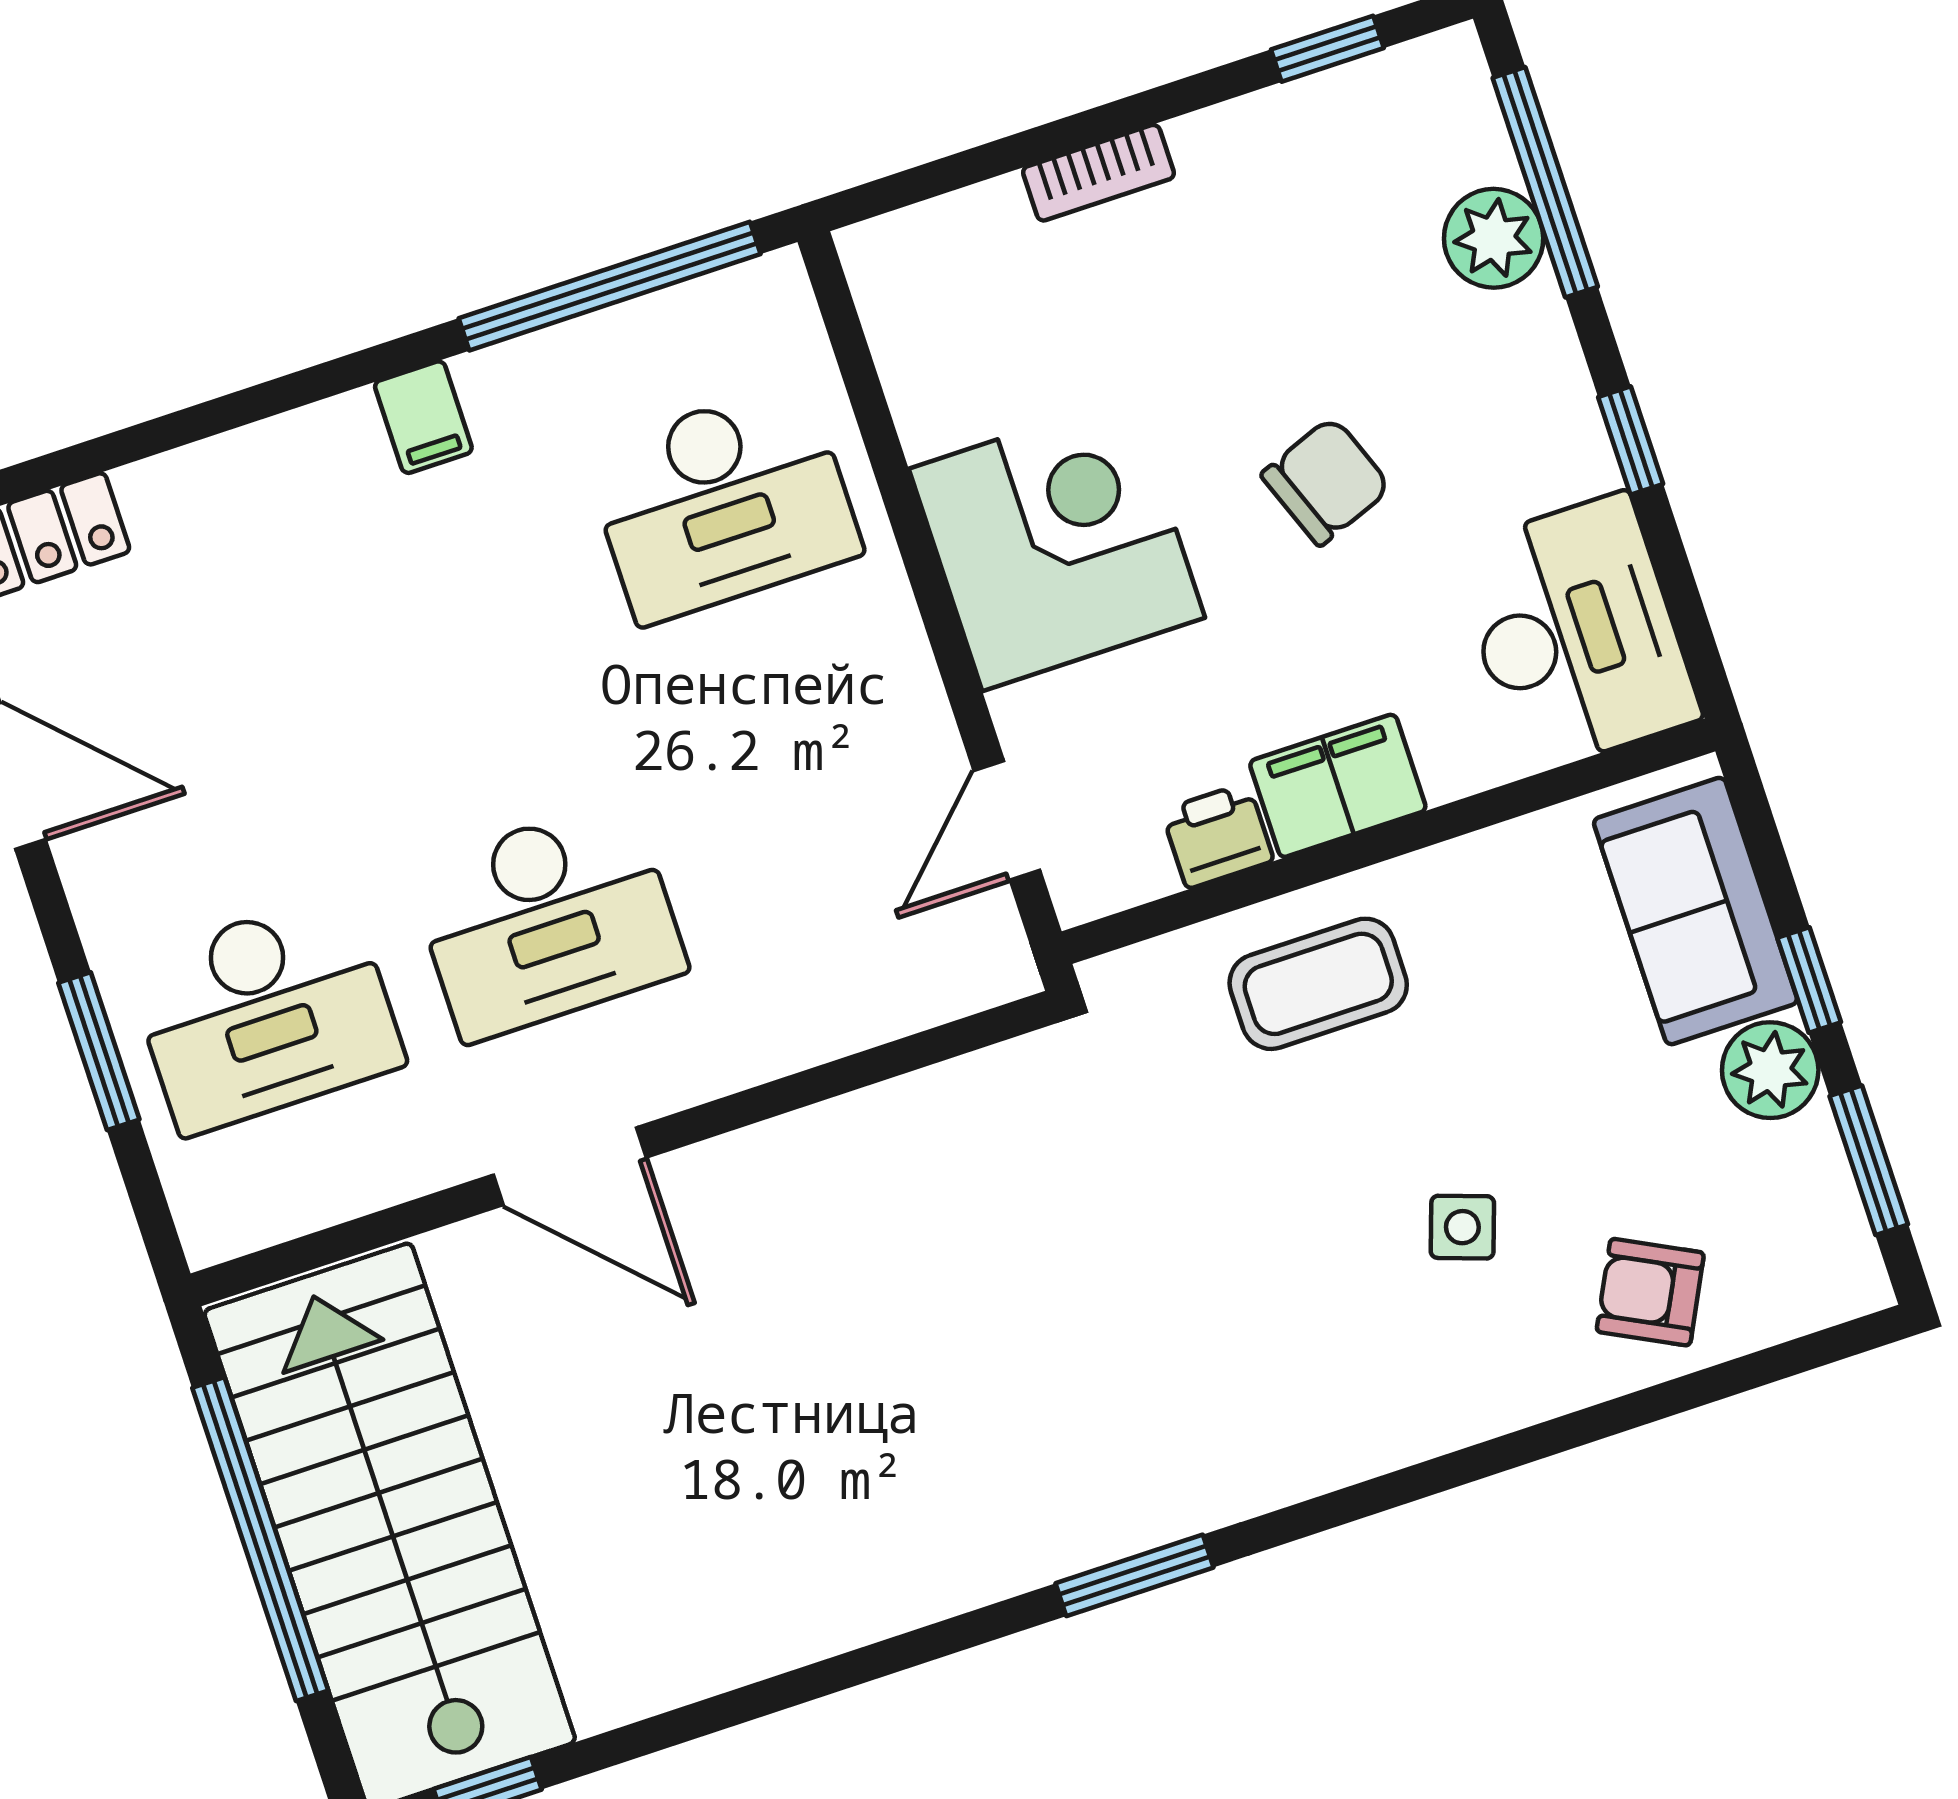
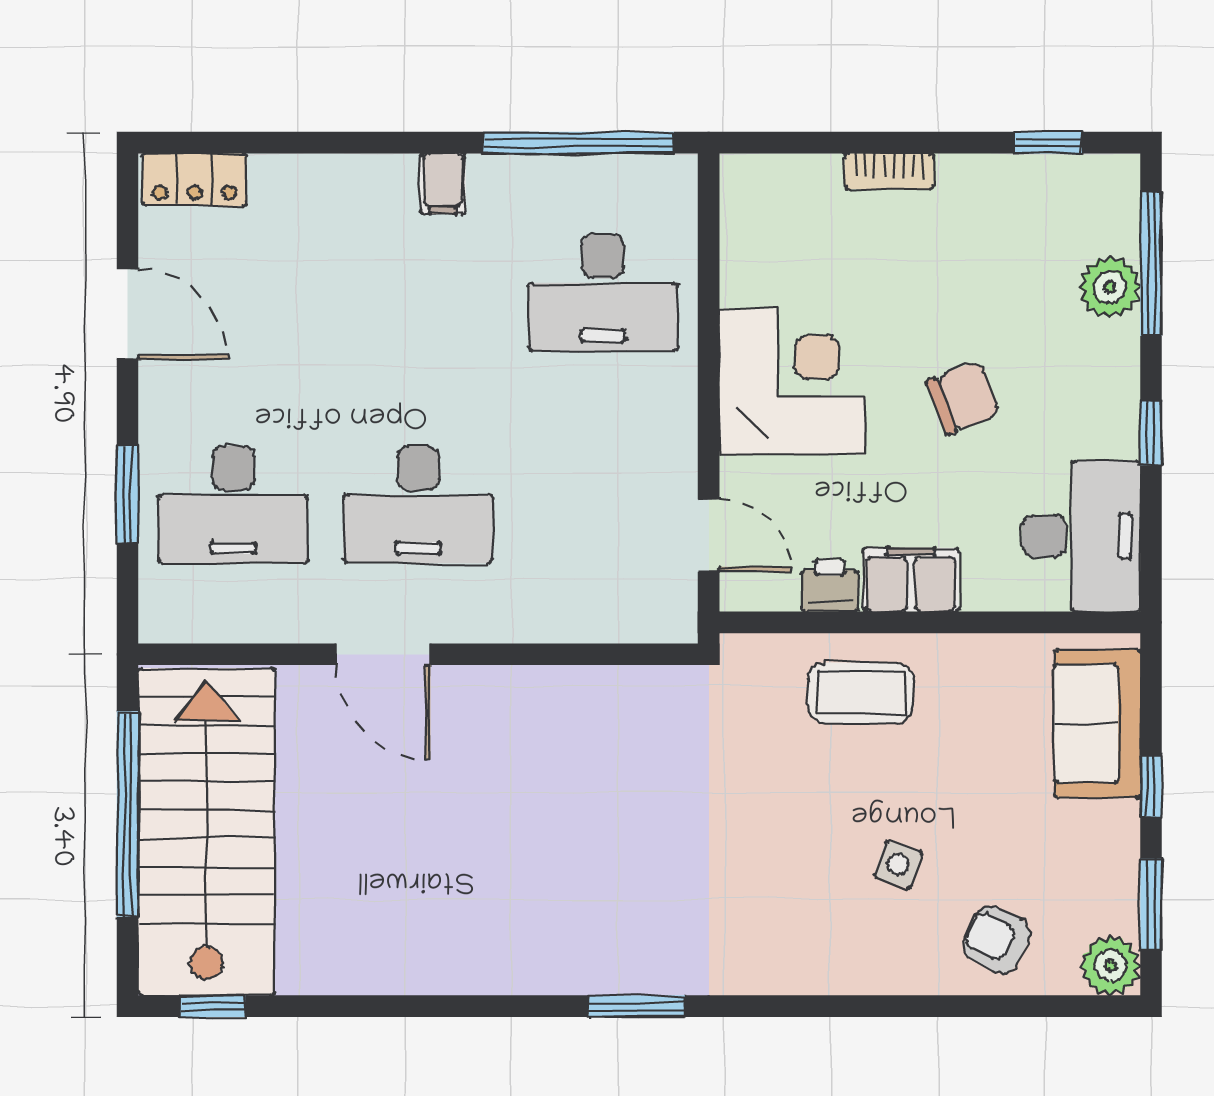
door: (1007, 820) -> (709, 536), swing flipped
plant: (1770, 1070) -> (1110, 966), moved

